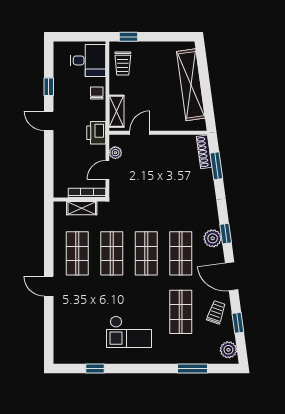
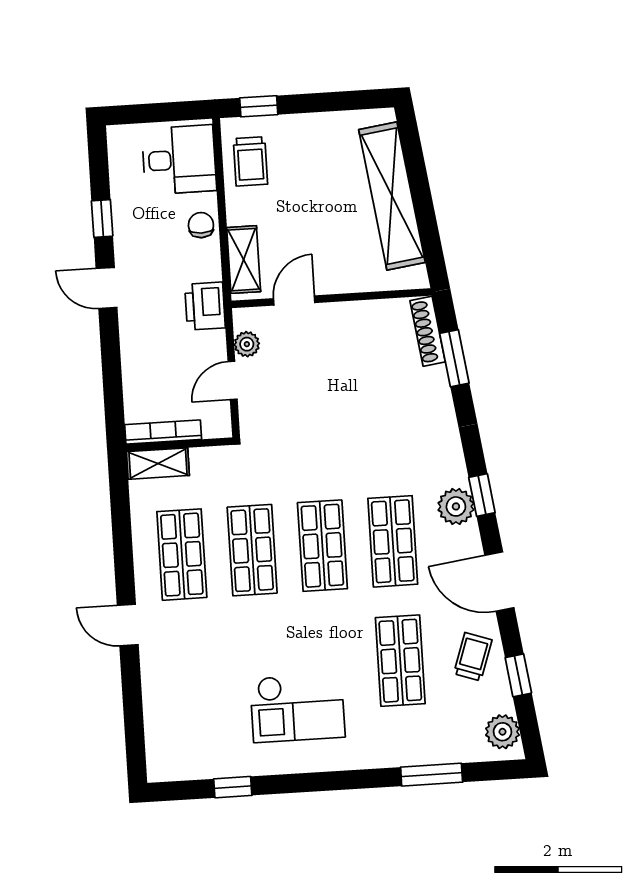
bookcase: (87, 193) -> (163, 432), moved
shelving: (82, 208) -> (158, 464), moved

